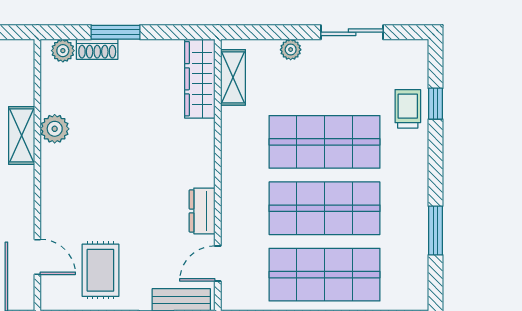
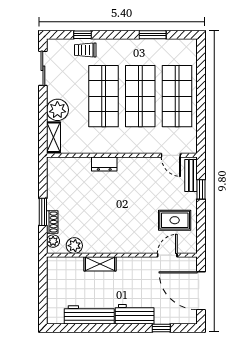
sliding door: (352, 32) -> (43, 68), moved
plant: (291, 50) -> (57, 110), width x1.88, depth x1.88
shelving: (233, 77) -> (54, 137), moved, turned 90
wardrobe: (200, 79) -> (69, 165), removed
plant: (55, 129) -> (74, 246), moved
dresser: (202, 211) -> (104, 164), moved

